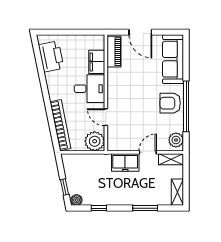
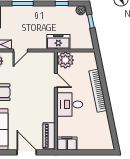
printer: (51, 57) -> (102, 132), removed
filing cabinet: (97, 62) -> (67, 144), moved, turned -90
bookcase: (60, 125) -> (98, 91), moved
freezer: (125, 163) -> (58, 42), moved

